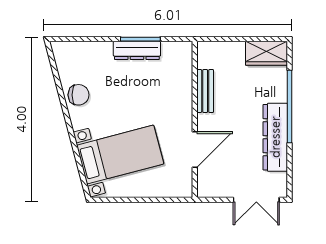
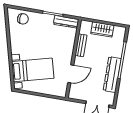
dresser: (137, 50) -> (66, 22), moved
wardrobe: (267, 53) -> (102, 29), moved
chair: (79, 95) -> (23, 19), moved

